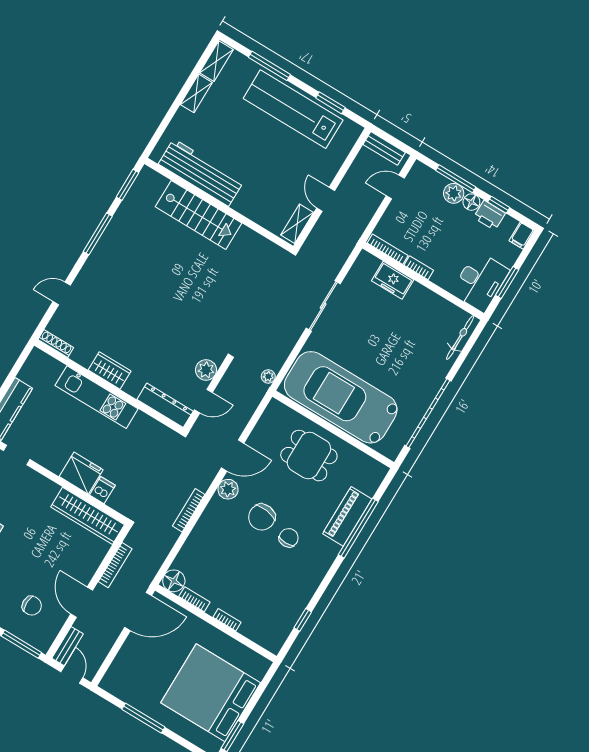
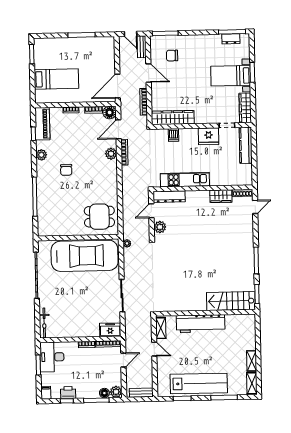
workbench: (201, 173) -> (201, 324), moved
door: (395, 187) -> (123, 360), moved
plant: (454, 193) -> (116, 392), moved
floor lamp: (471, 202) -> (104, 393), moved
stairs: (198, 215) -> (231, 301), moved
freezer: (393, 280) -> (110, 330), moved
door: (62, 293) -> (255, 207), moved
wardrobe: (110, 370) -> (221, 196), moved
kitchen unit: (97, 397) -> (185, 180), moved
door: (233, 455) -> (119, 129), moved
dining table: (309, 456) -> (99, 217), moved
fridge: (81, 473) -> (209, 136), moved
plant: (228, 489) -> (111, 154), moved
piano: (347, 516) -> (42, 124), moved
chair: (262, 517) -> (86, 172), removed
plant: (311, 582) -> (41, 155), added
bed: (211, 693) -> (56, 79), width x0.49

